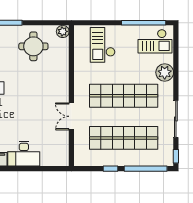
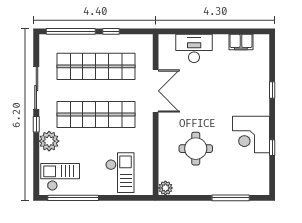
round table: (33, 46) -> (196, 149), moved
double door: (71, 116) -> (156, 91), width x1.37
desk: (24, 154) -> (194, 48), moved
window: (176, 156) -> (36, 124), moved

